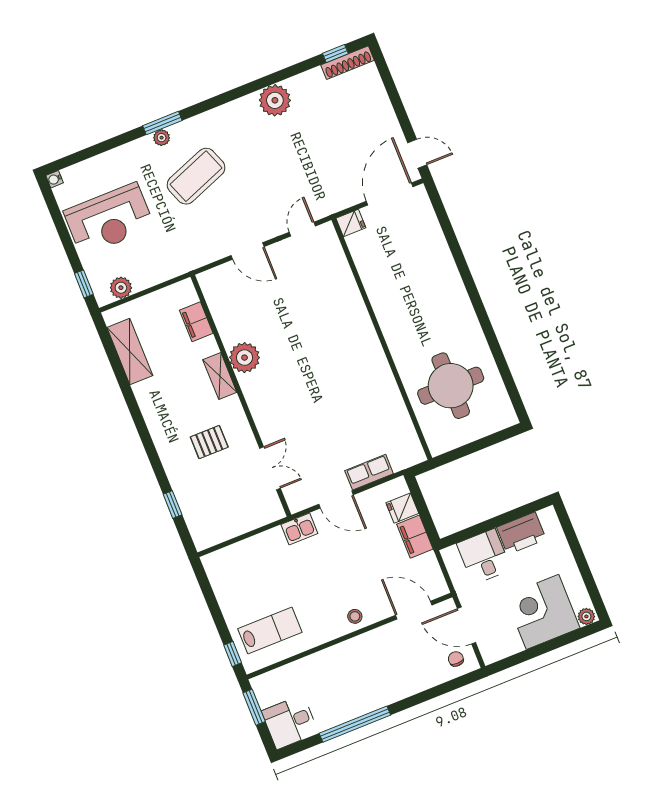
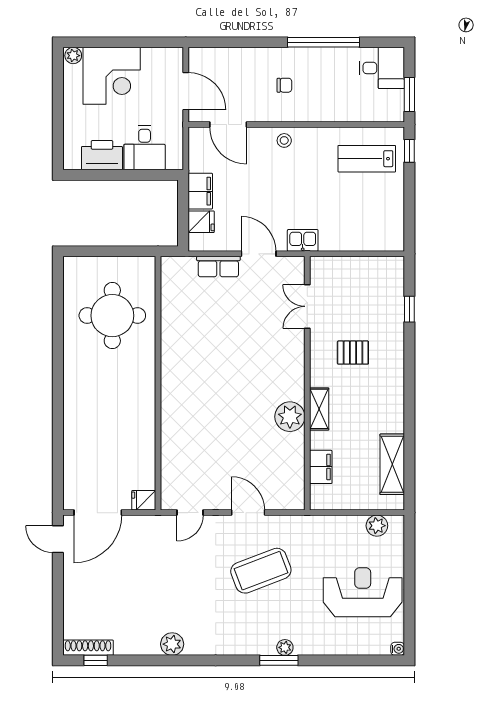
plant: (275, 100) -> (172, 644), width x0.73, depth x0.73
coffee table: (196, 176) -> (261, 571), moved
window: (84, 284) -> (409, 543), removed
chair: (456, 659) -> (284, 85), moved, turned -90

